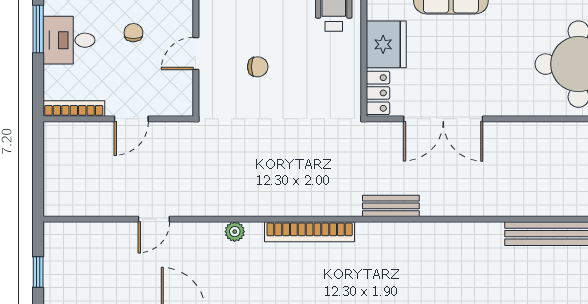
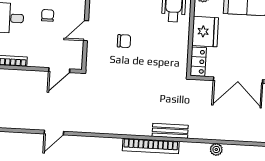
door: (131, 119) -> (59, 70), moved
bench: (391, 206) -> (170, 131), moved
plant: (235, 232) -> (216, 149), moved

